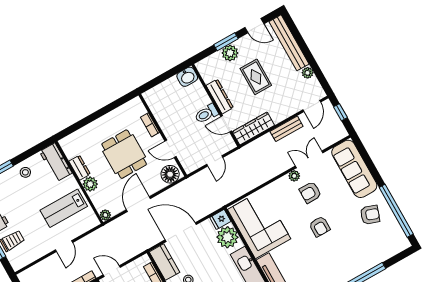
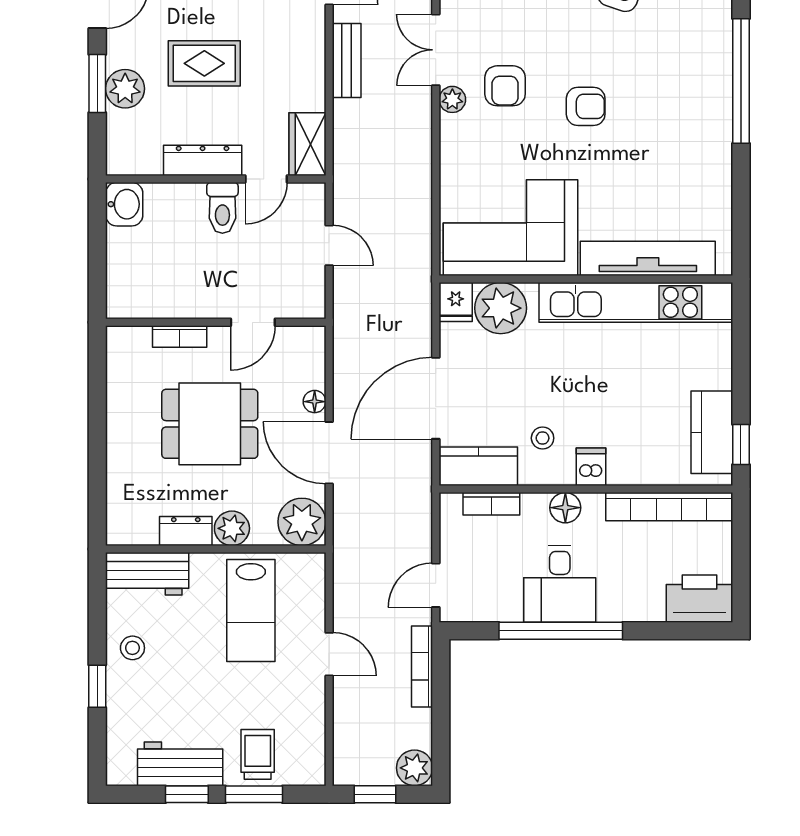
wardrobe: (253, 128) -> (307, 144), width x0.67
floor lamp: (170, 174) -> (315, 402), moved, width x0.53, depth x0.53
plant: (105, 215) -> (302, 522), width x1.87, depth x1.87

